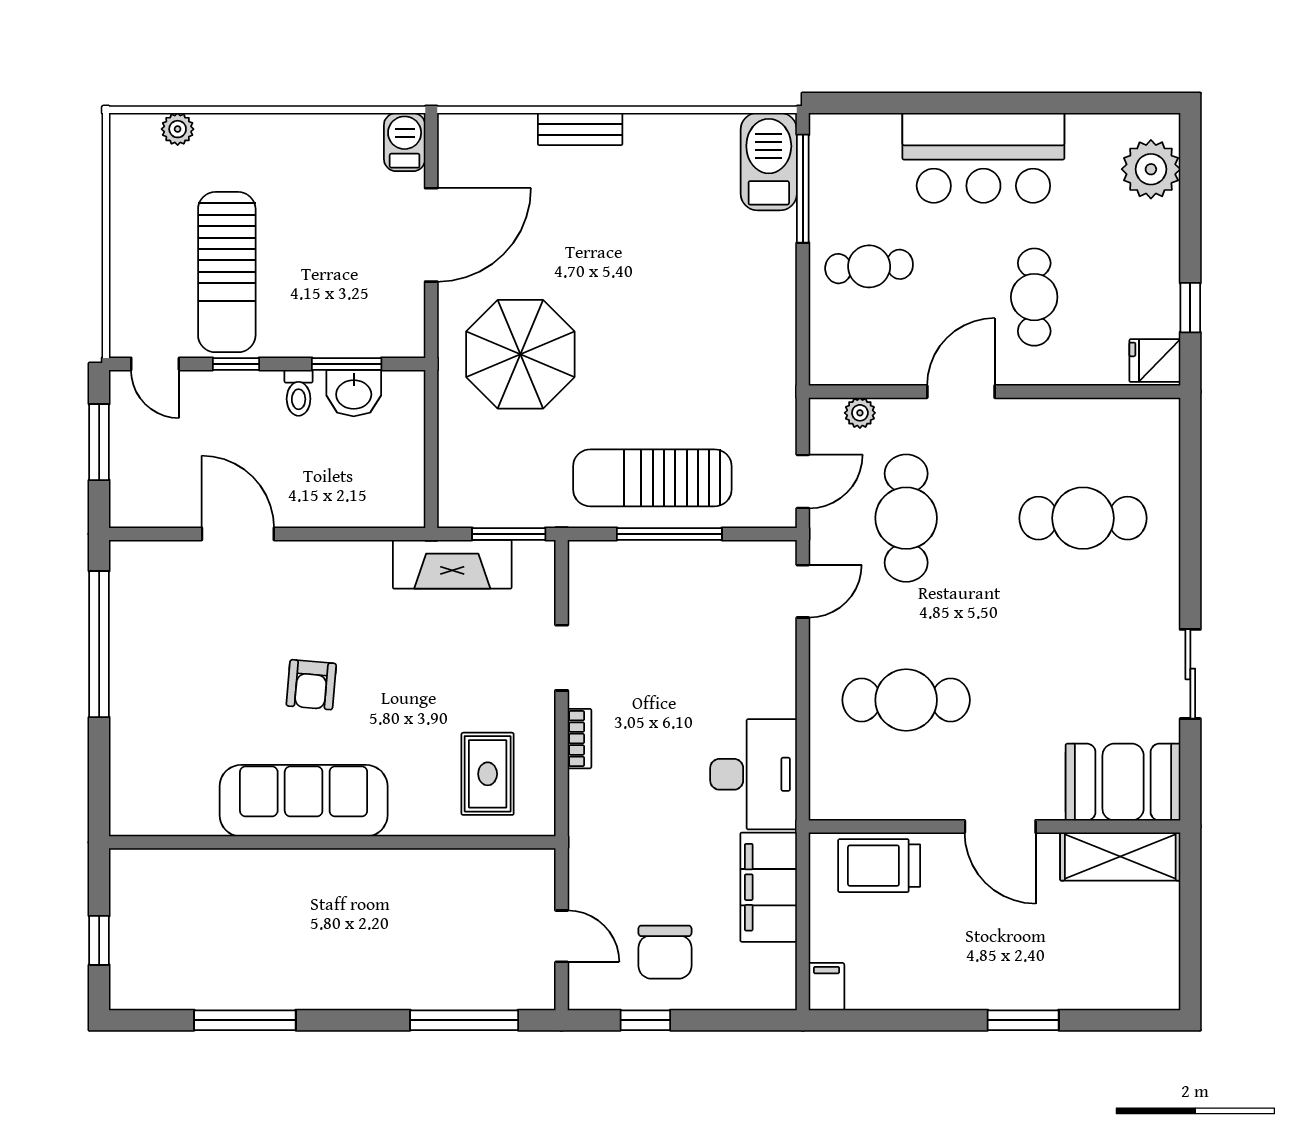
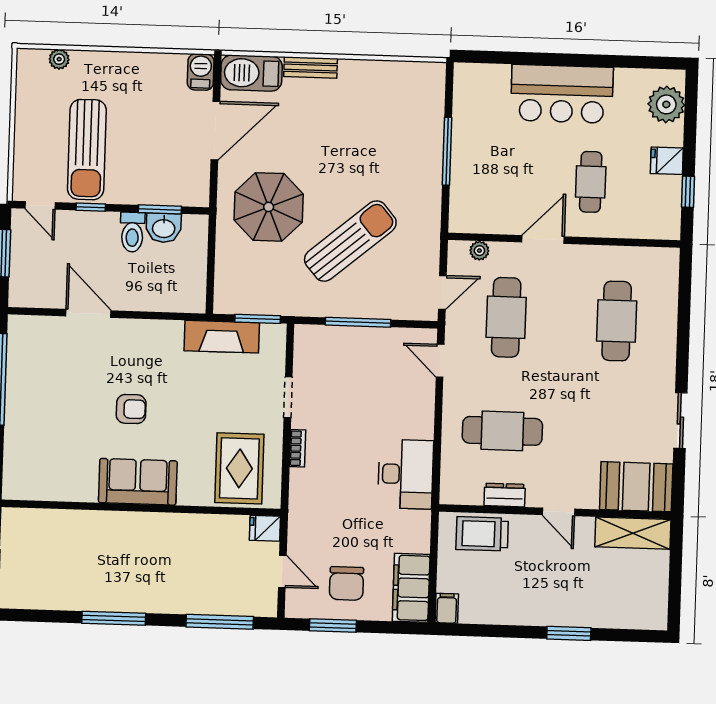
barbecue: (769, 162) -> (251, 73), moved, turned -90
window: (803, 189) -> (447, 151), moved
cafe table: (869, 266) -> (488, 159), removed
fridge: (1155, 361) -> (667, 161), moved
toilet: (299, 393) -> (132, 232), width x1.37, depth x1.39
sun lounger: (652, 478) -> (350, 241), moved, turned 140
cafe table: (1083, 518) -> (617, 321), turned 90
door: (803, 591) -> (440, 361), swing flipped
armchair: (311, 685) -> (131, 409), turned -95
rug: (488, 774) -> (239, 468), width x1.36, depth x1.43
sofa: (304, 801) -> (138, 482), width x0.73
dresser: (913, 802) -> (505, 495), added
door: (1000, 826) -> (558, 512), width x0.73
fridge: (532, 868) -> (265, 528), added
filing cabinet: (769, 887) -> (411, 588), moved
window: (245, 1020) -> (114, 618), moved
window: (645, 1020) -> (333, 626), width x1.50

